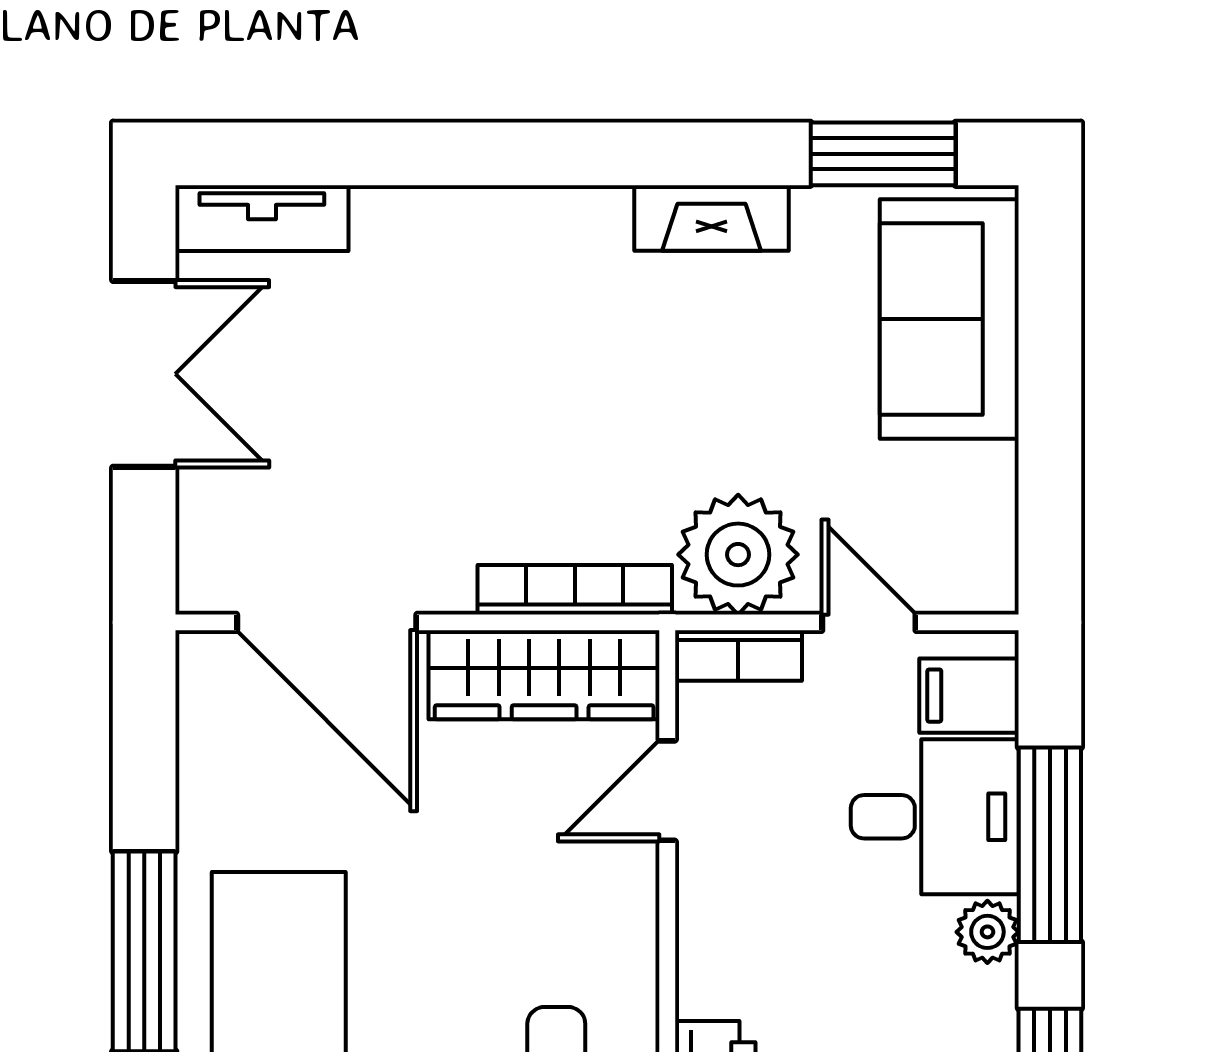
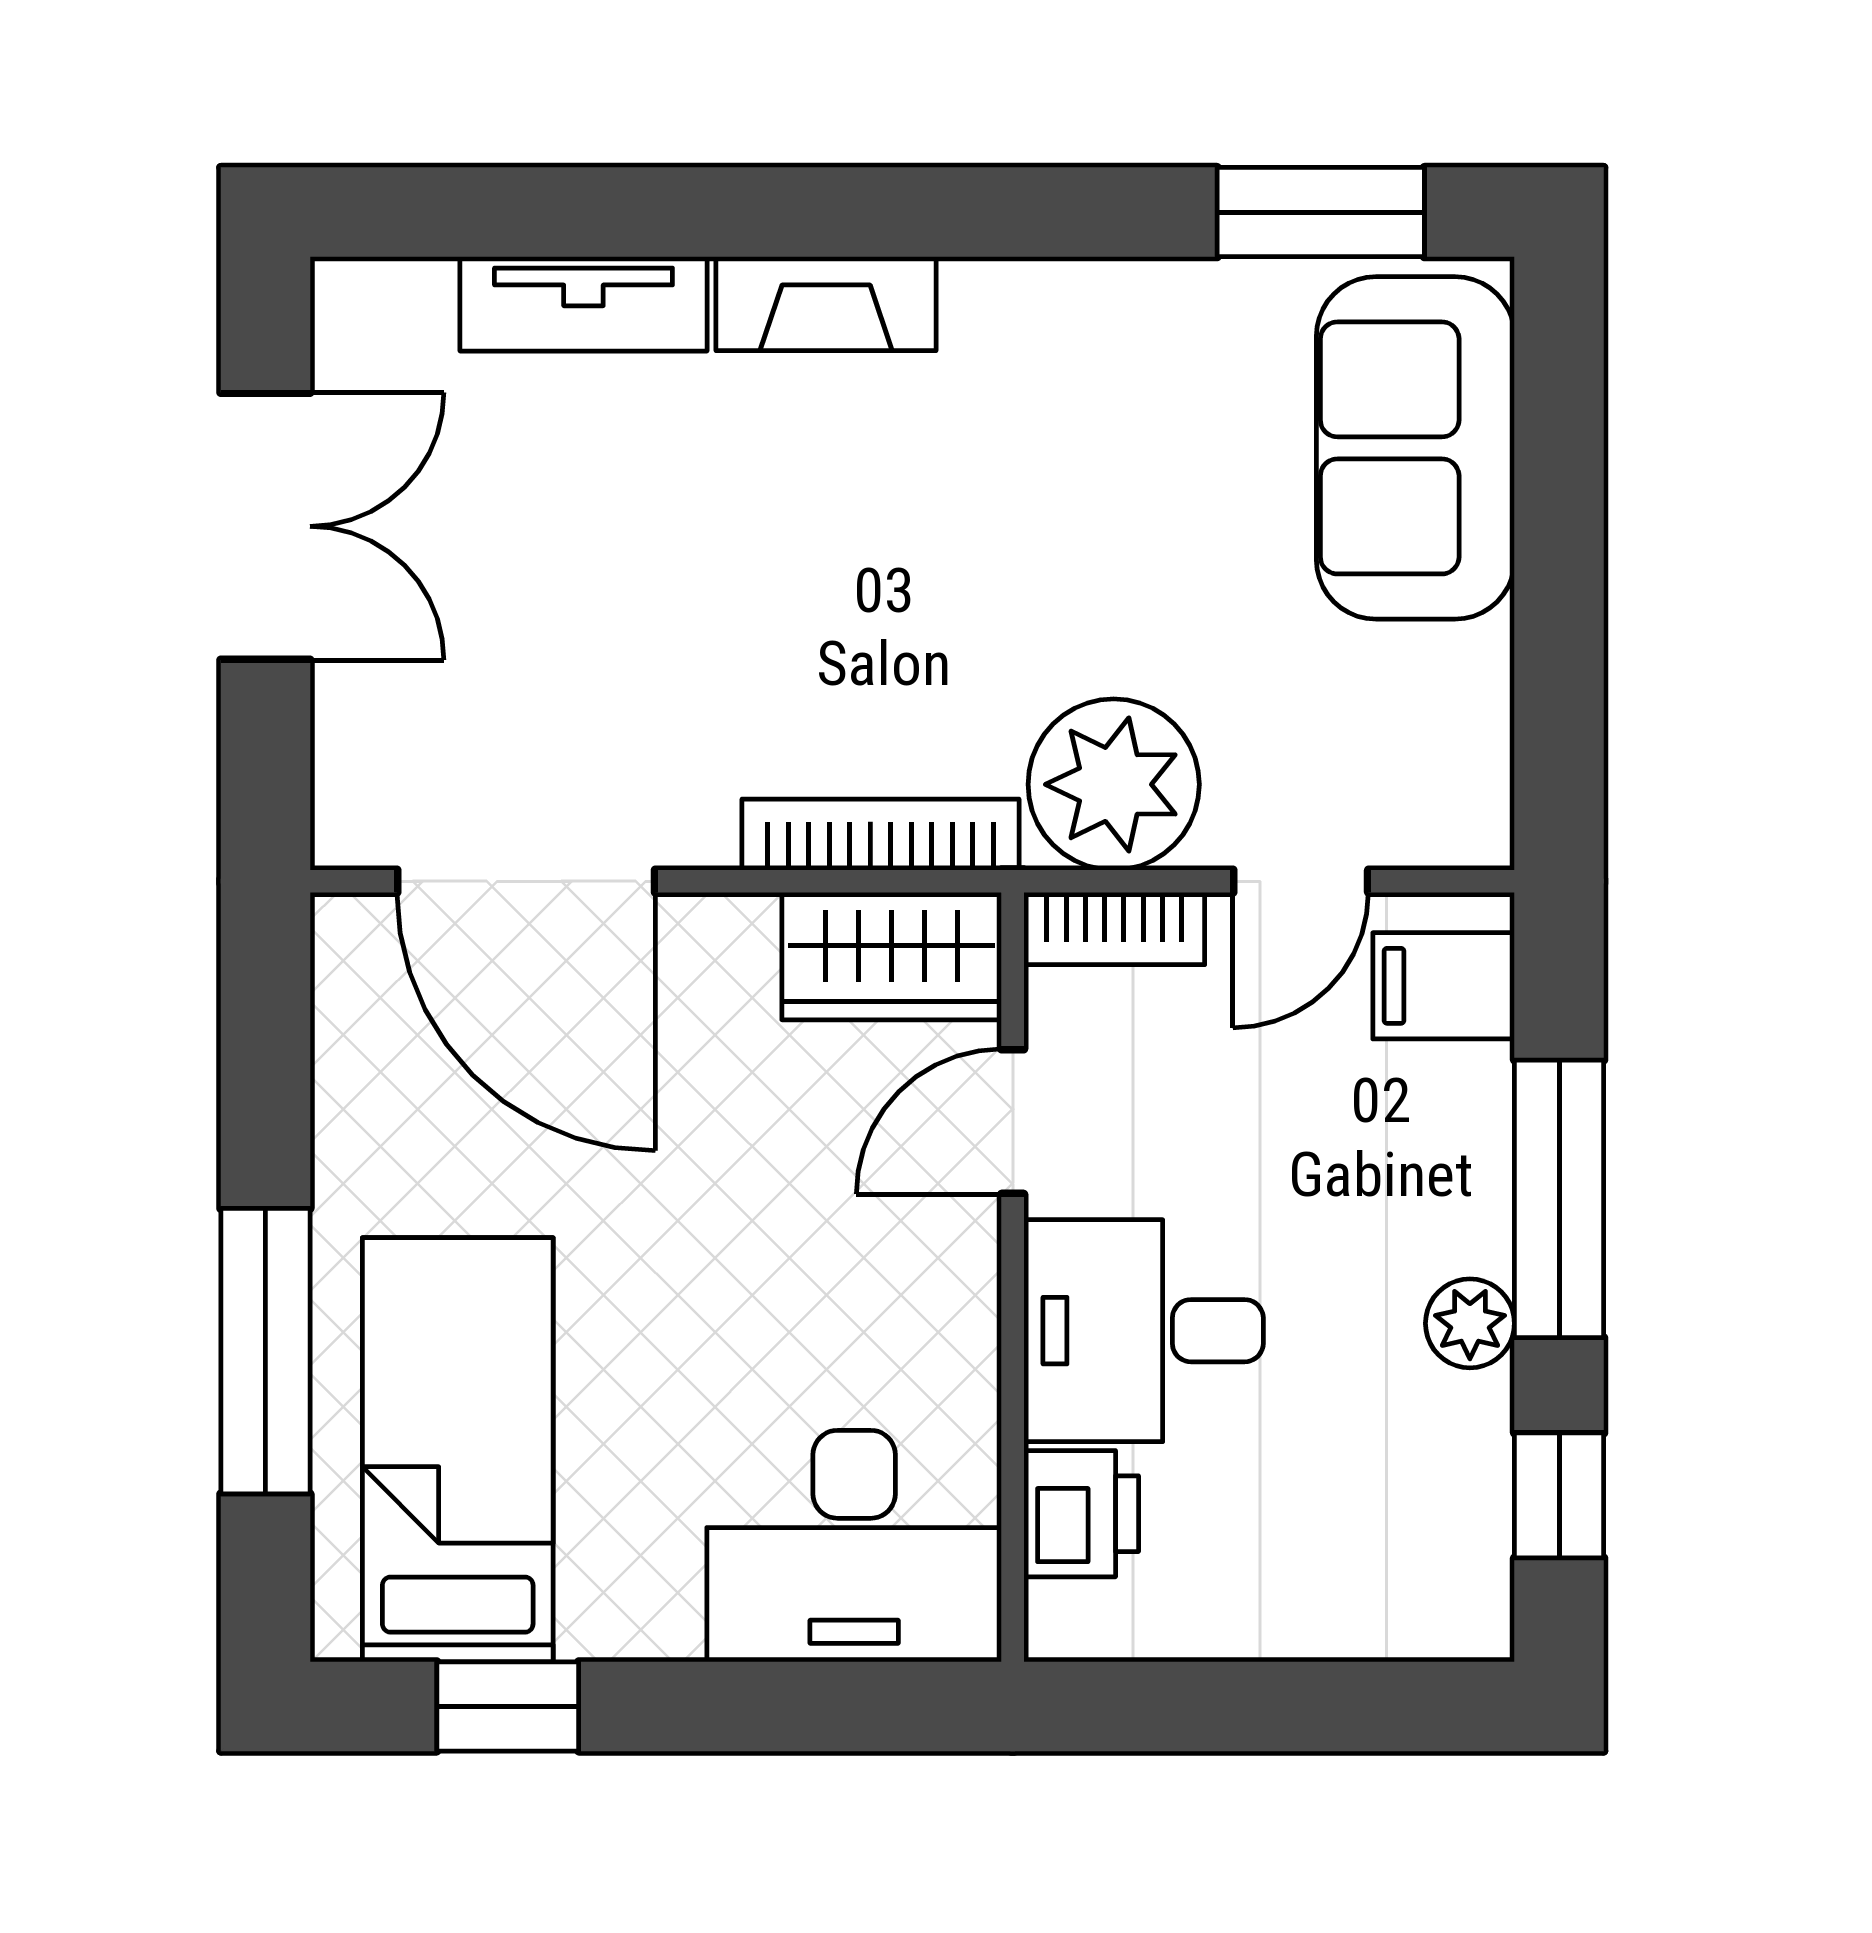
tv unit: (262, 218) -> (583, 304), moved
fireplace: (711, 218) -> (826, 304), moved
door: (869, 622) -> (1301, 881), swing flipped
wardrobe: (544, 675) -> (892, 956), width x0.67
desk: (935, 817) -> (1144, 1331), moved, turned 180

